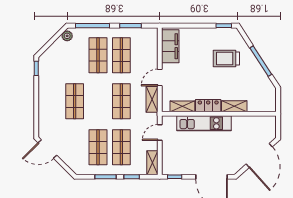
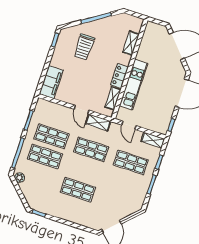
filing cabinet: (170, 46) -> (51, 82), moved, turned 90
shelving: (234, 106) -> (131, 43), moved
shop shelf: (98, 147) -> (124, 183), removed

